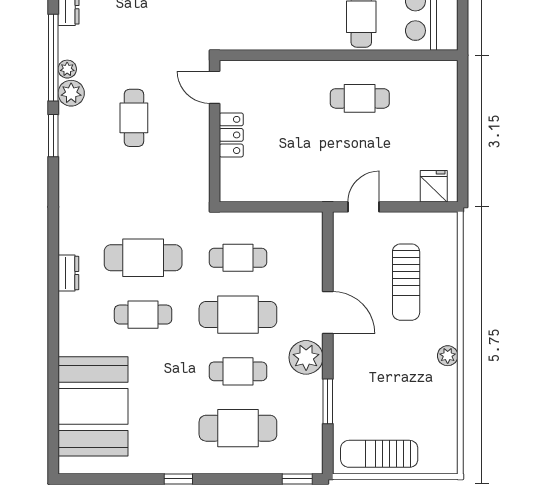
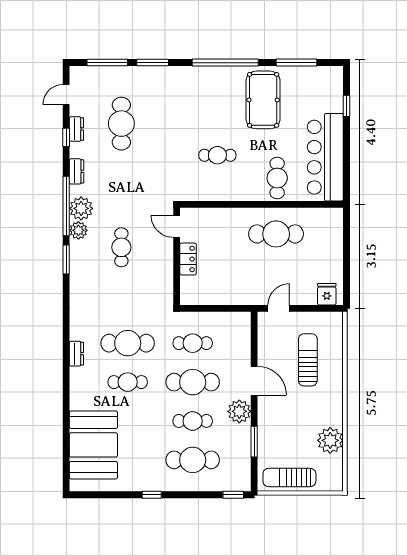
plant: (67, 69) -> (81, 208), width x1.87, depth x1.87
cafe table: (360, 98) -> (276, 234), width x1.37, depth x1.35
sun lounger: (406, 282) -> (308, 360), turned 180
plant: (448, 356) -> (330, 440), moved, width x1.88, depth x1.88

